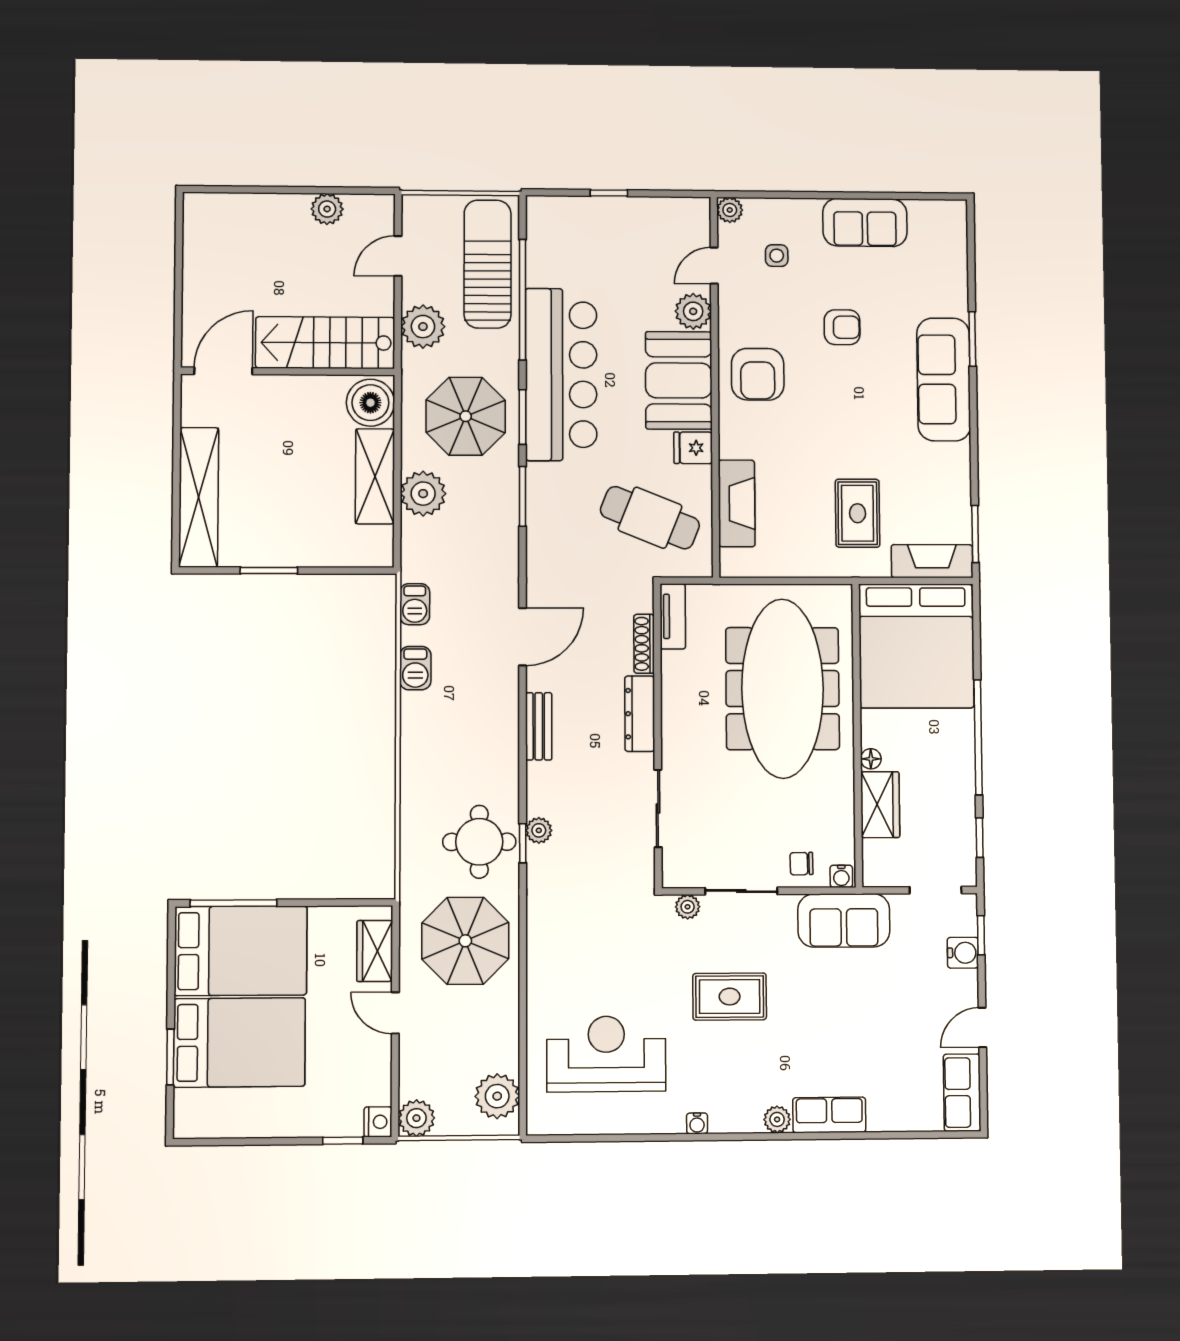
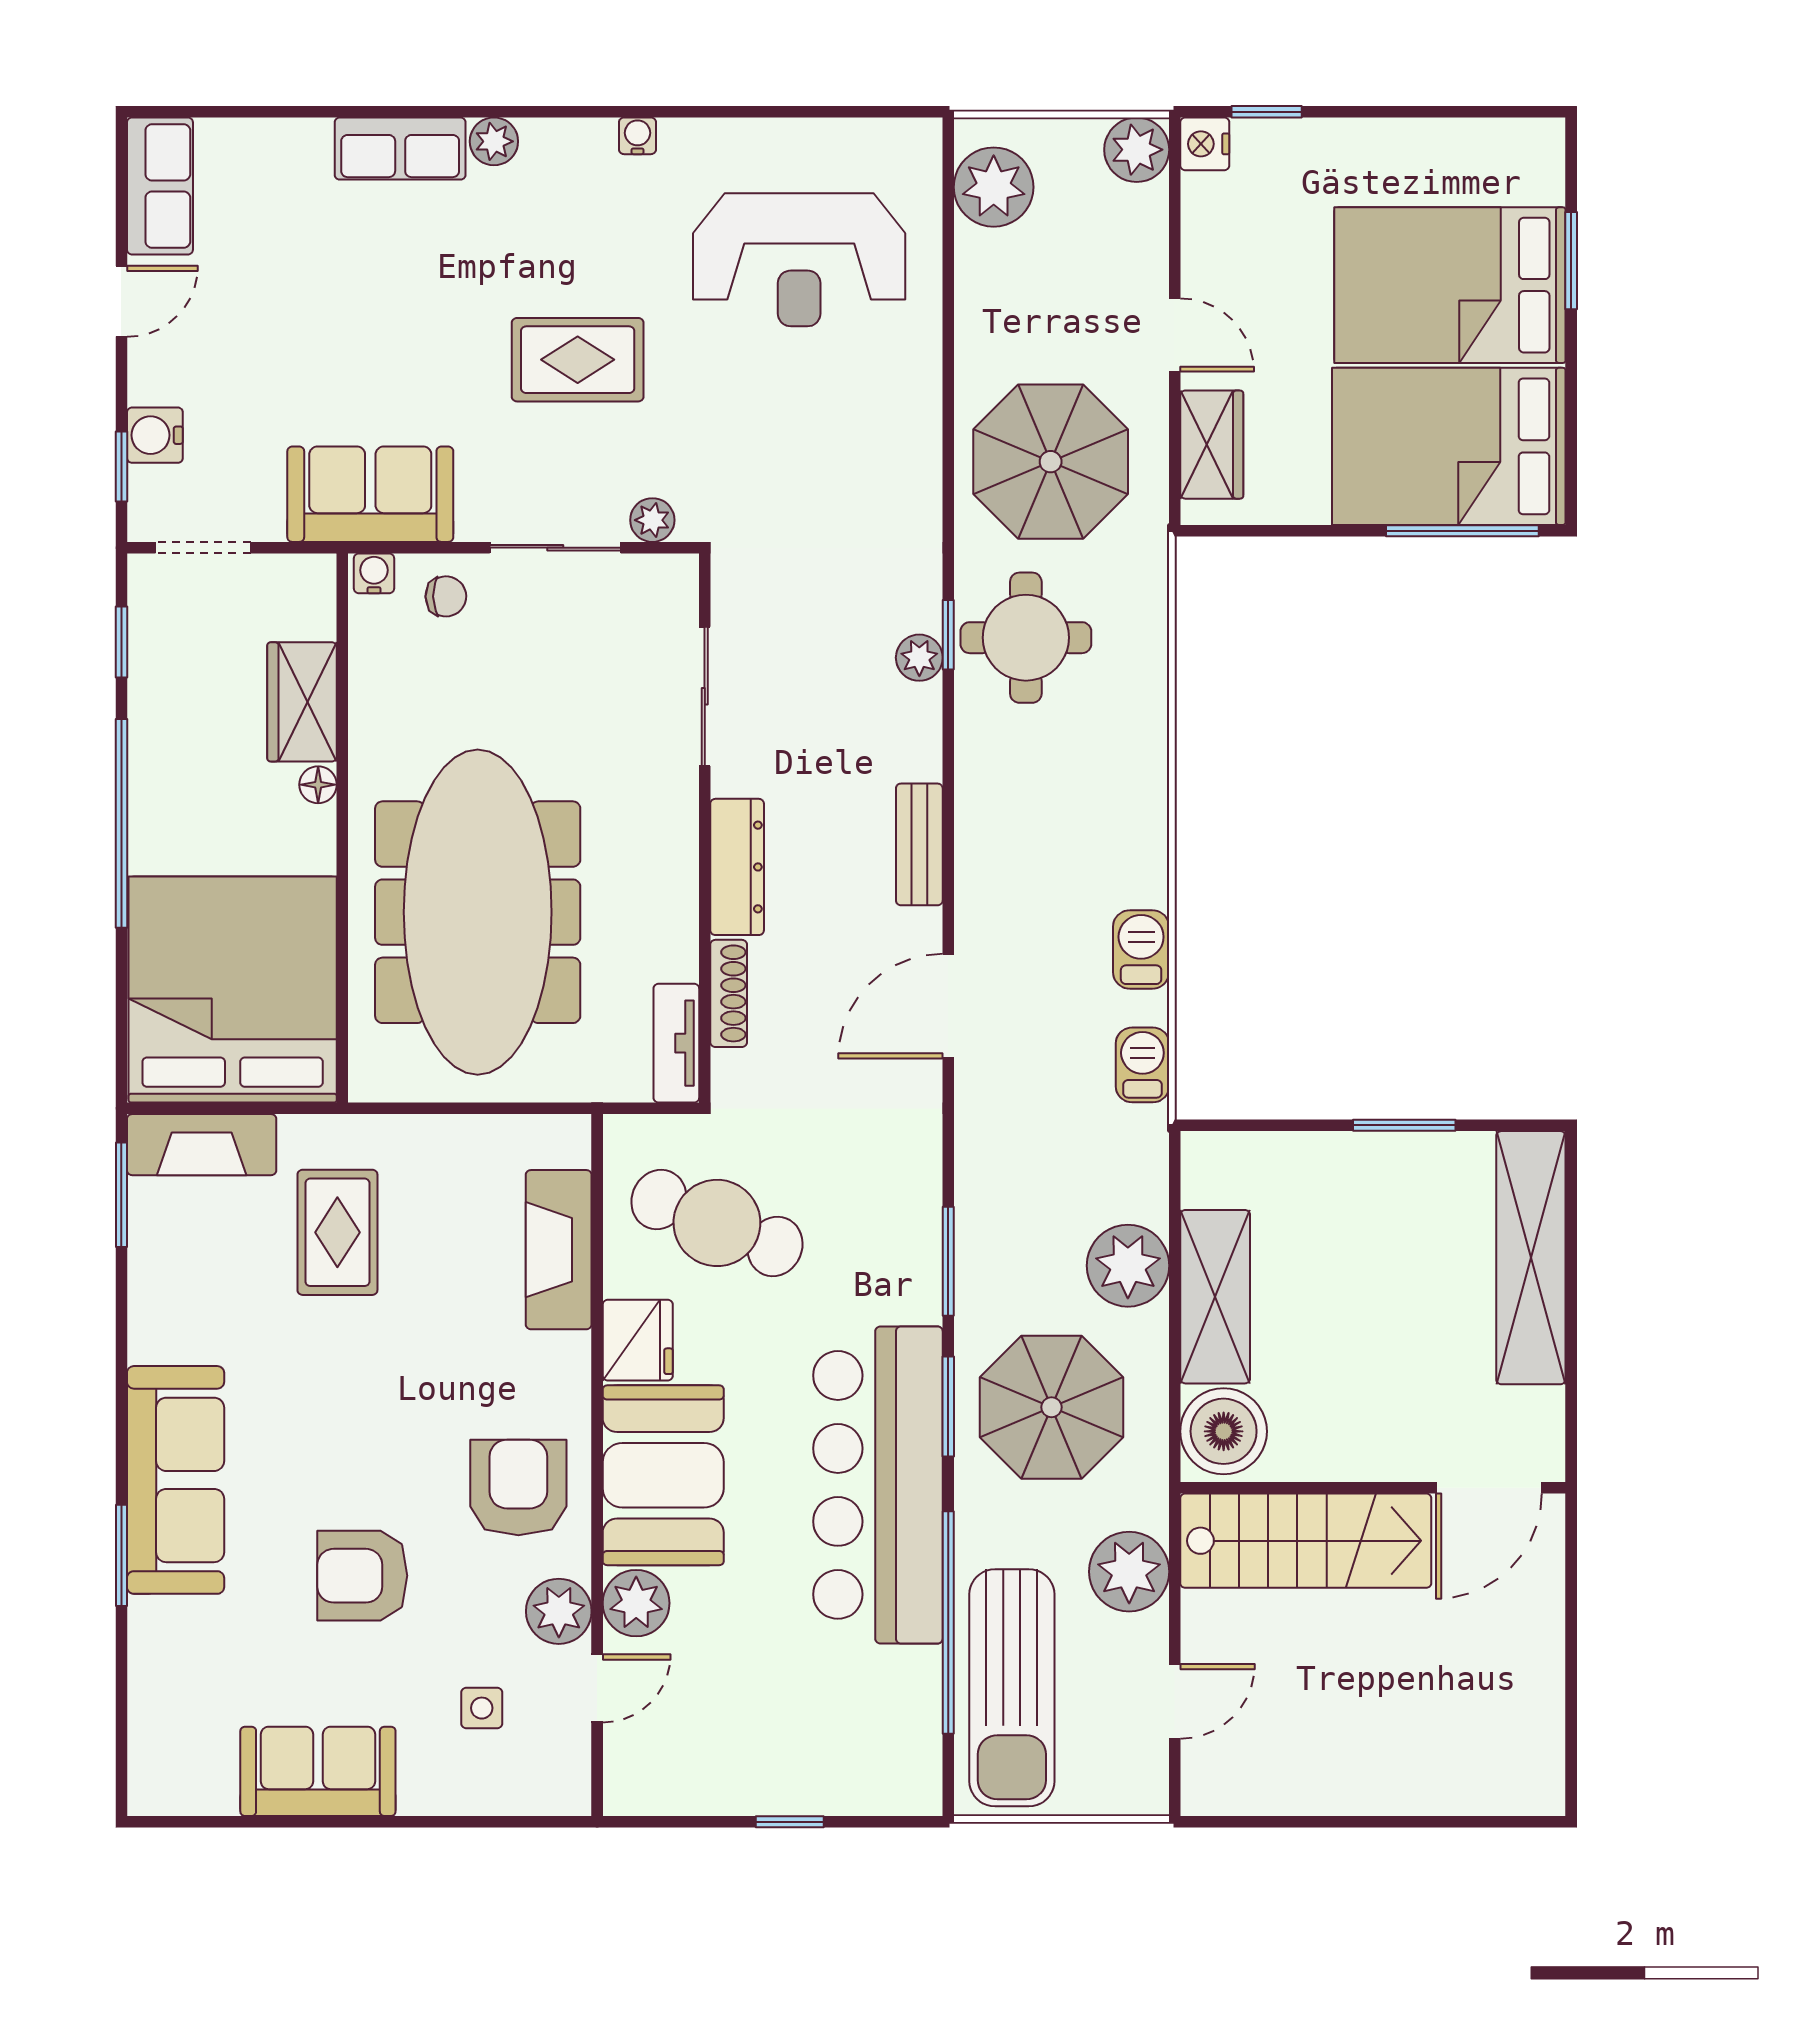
plant: (327, 209) -> (1304, 1787), removed
plant: (730, 210) -> (559, 1611), moved, width x1.38, depth x1.38
armchair: (842, 327) -> (362, 1576), width x1.38, depth x1.38
fridge: (693, 448) -> (638, 1340), width x1.38

